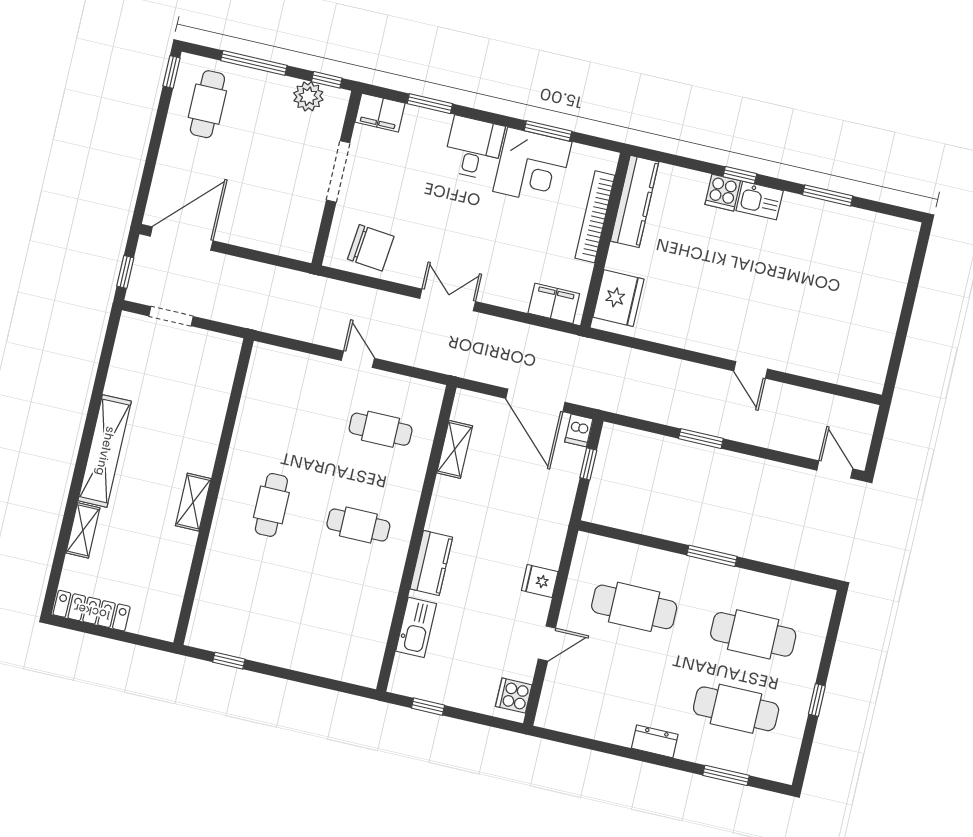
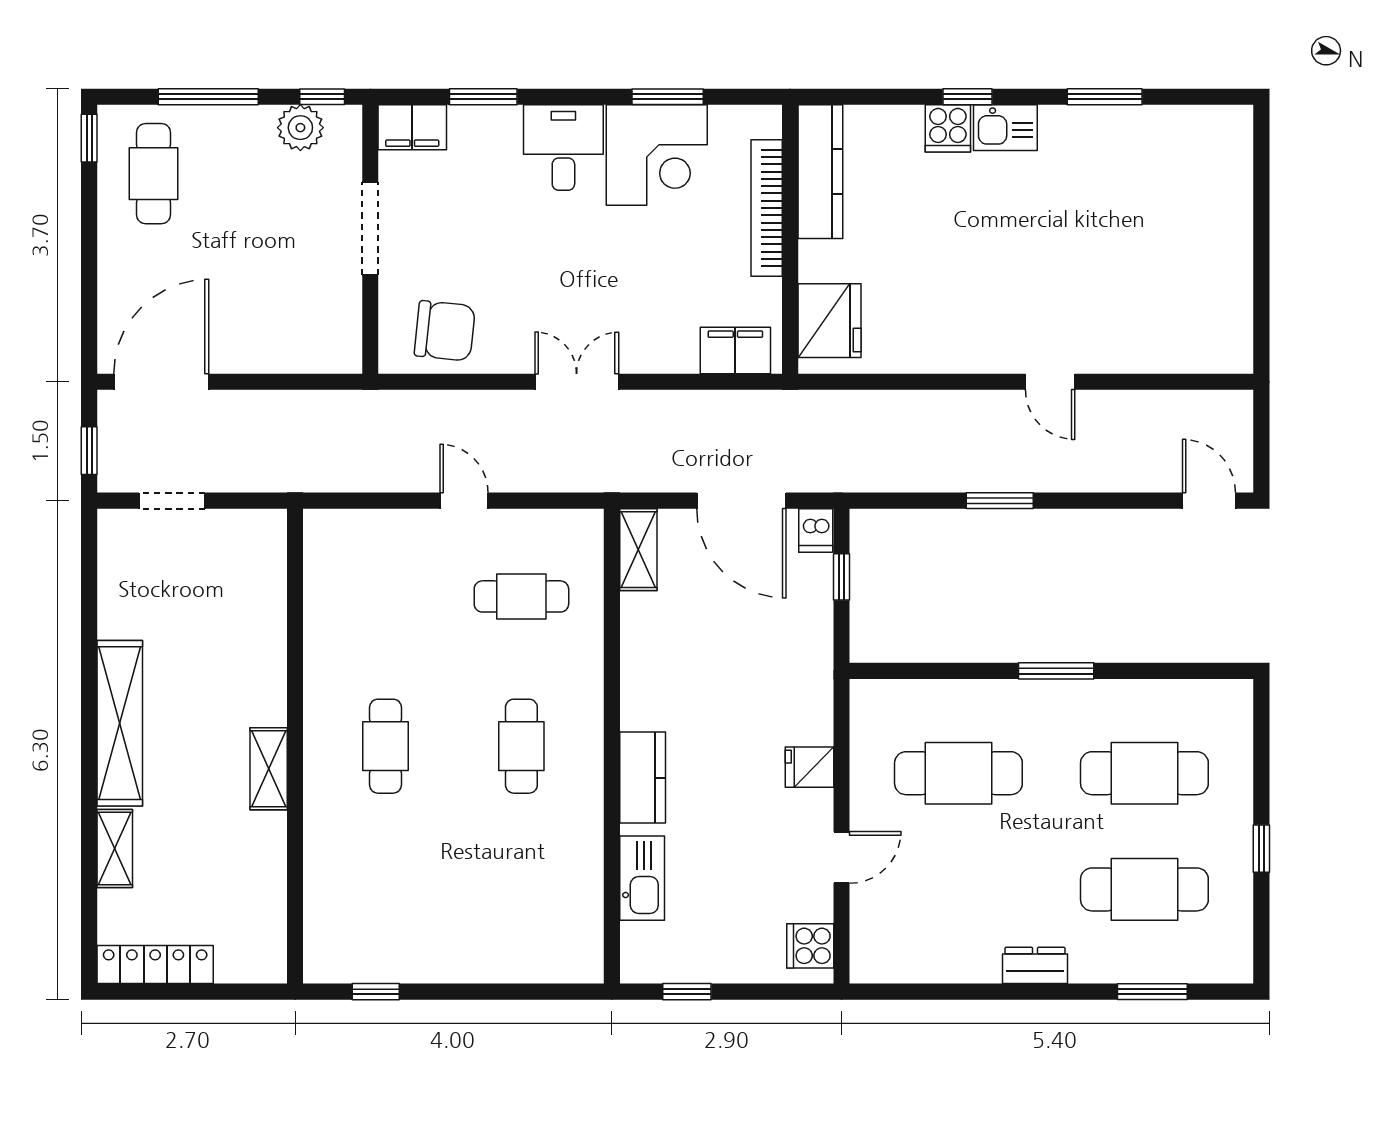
shelving: (455, 449) -> (638, 550), moved
cafe table: (358, 525) -> (521, 746), turned 90

